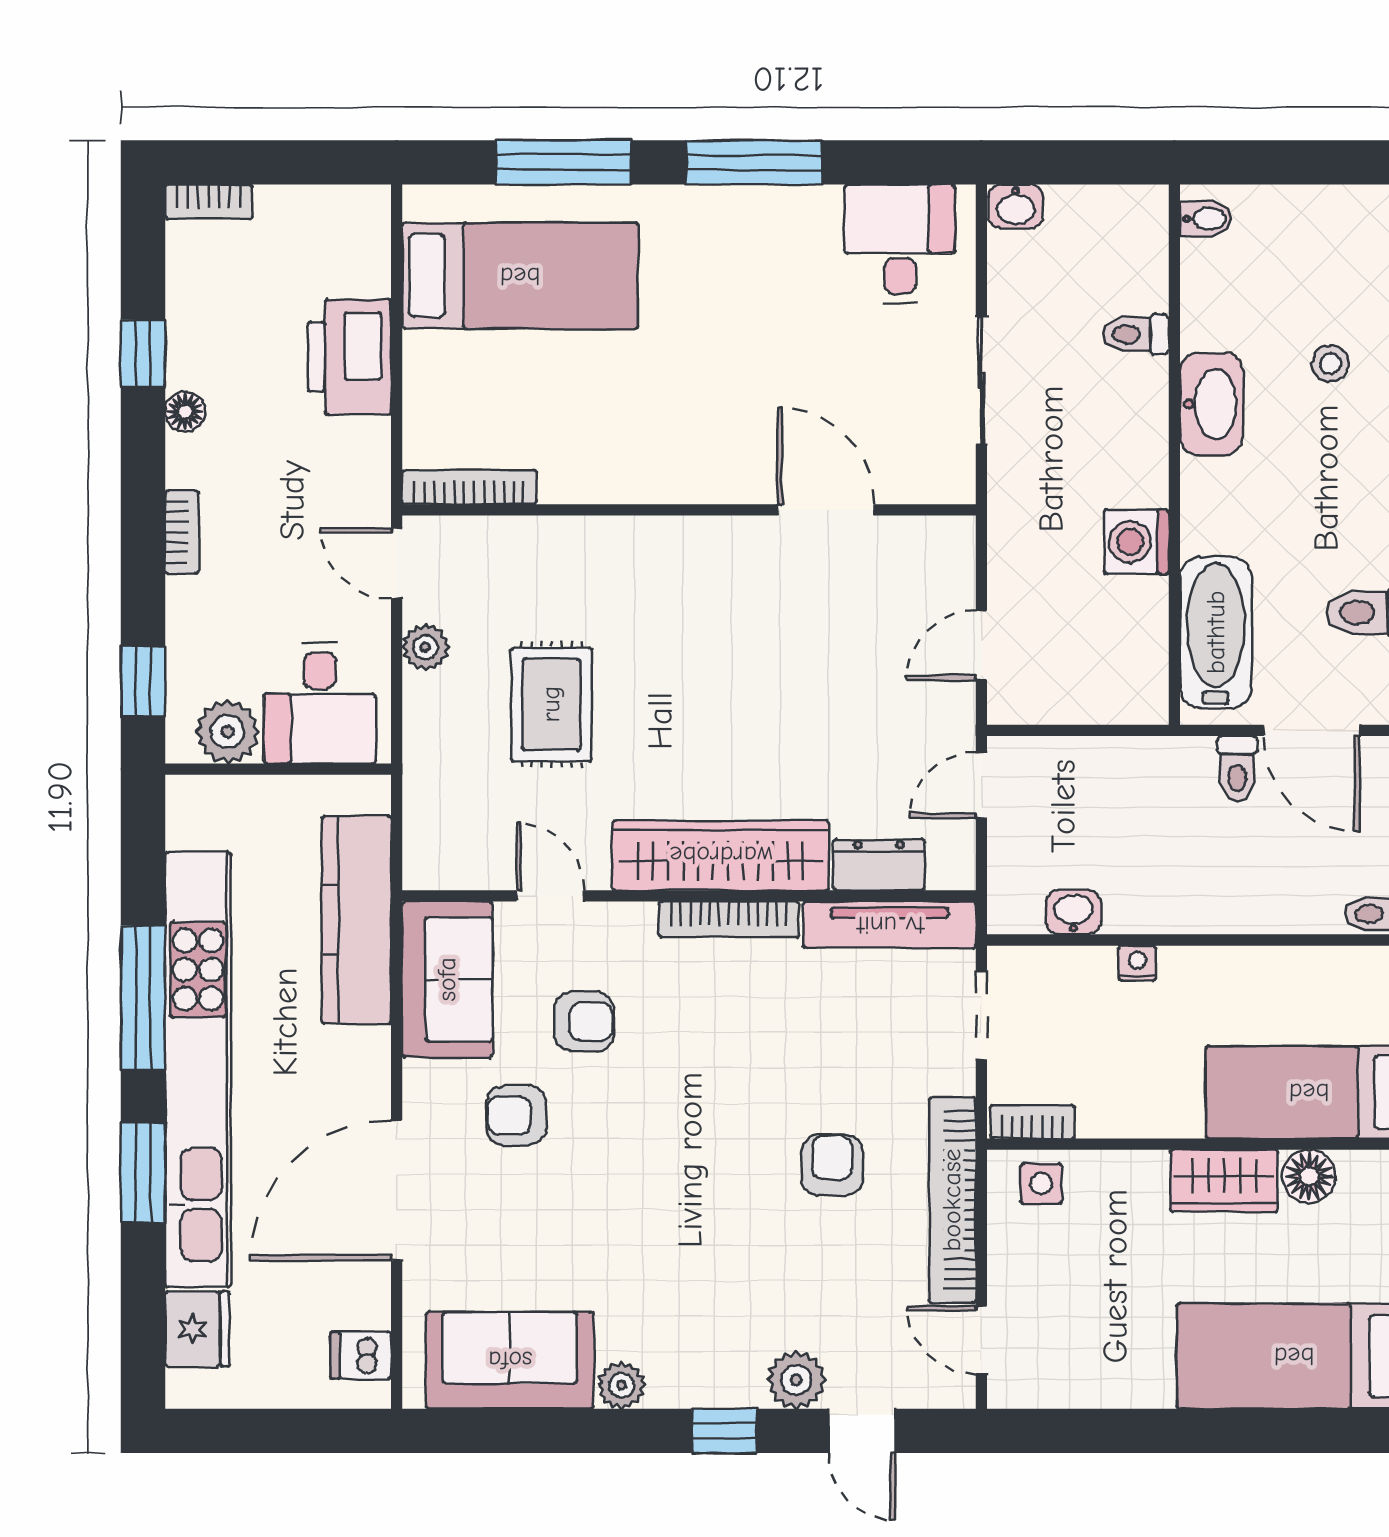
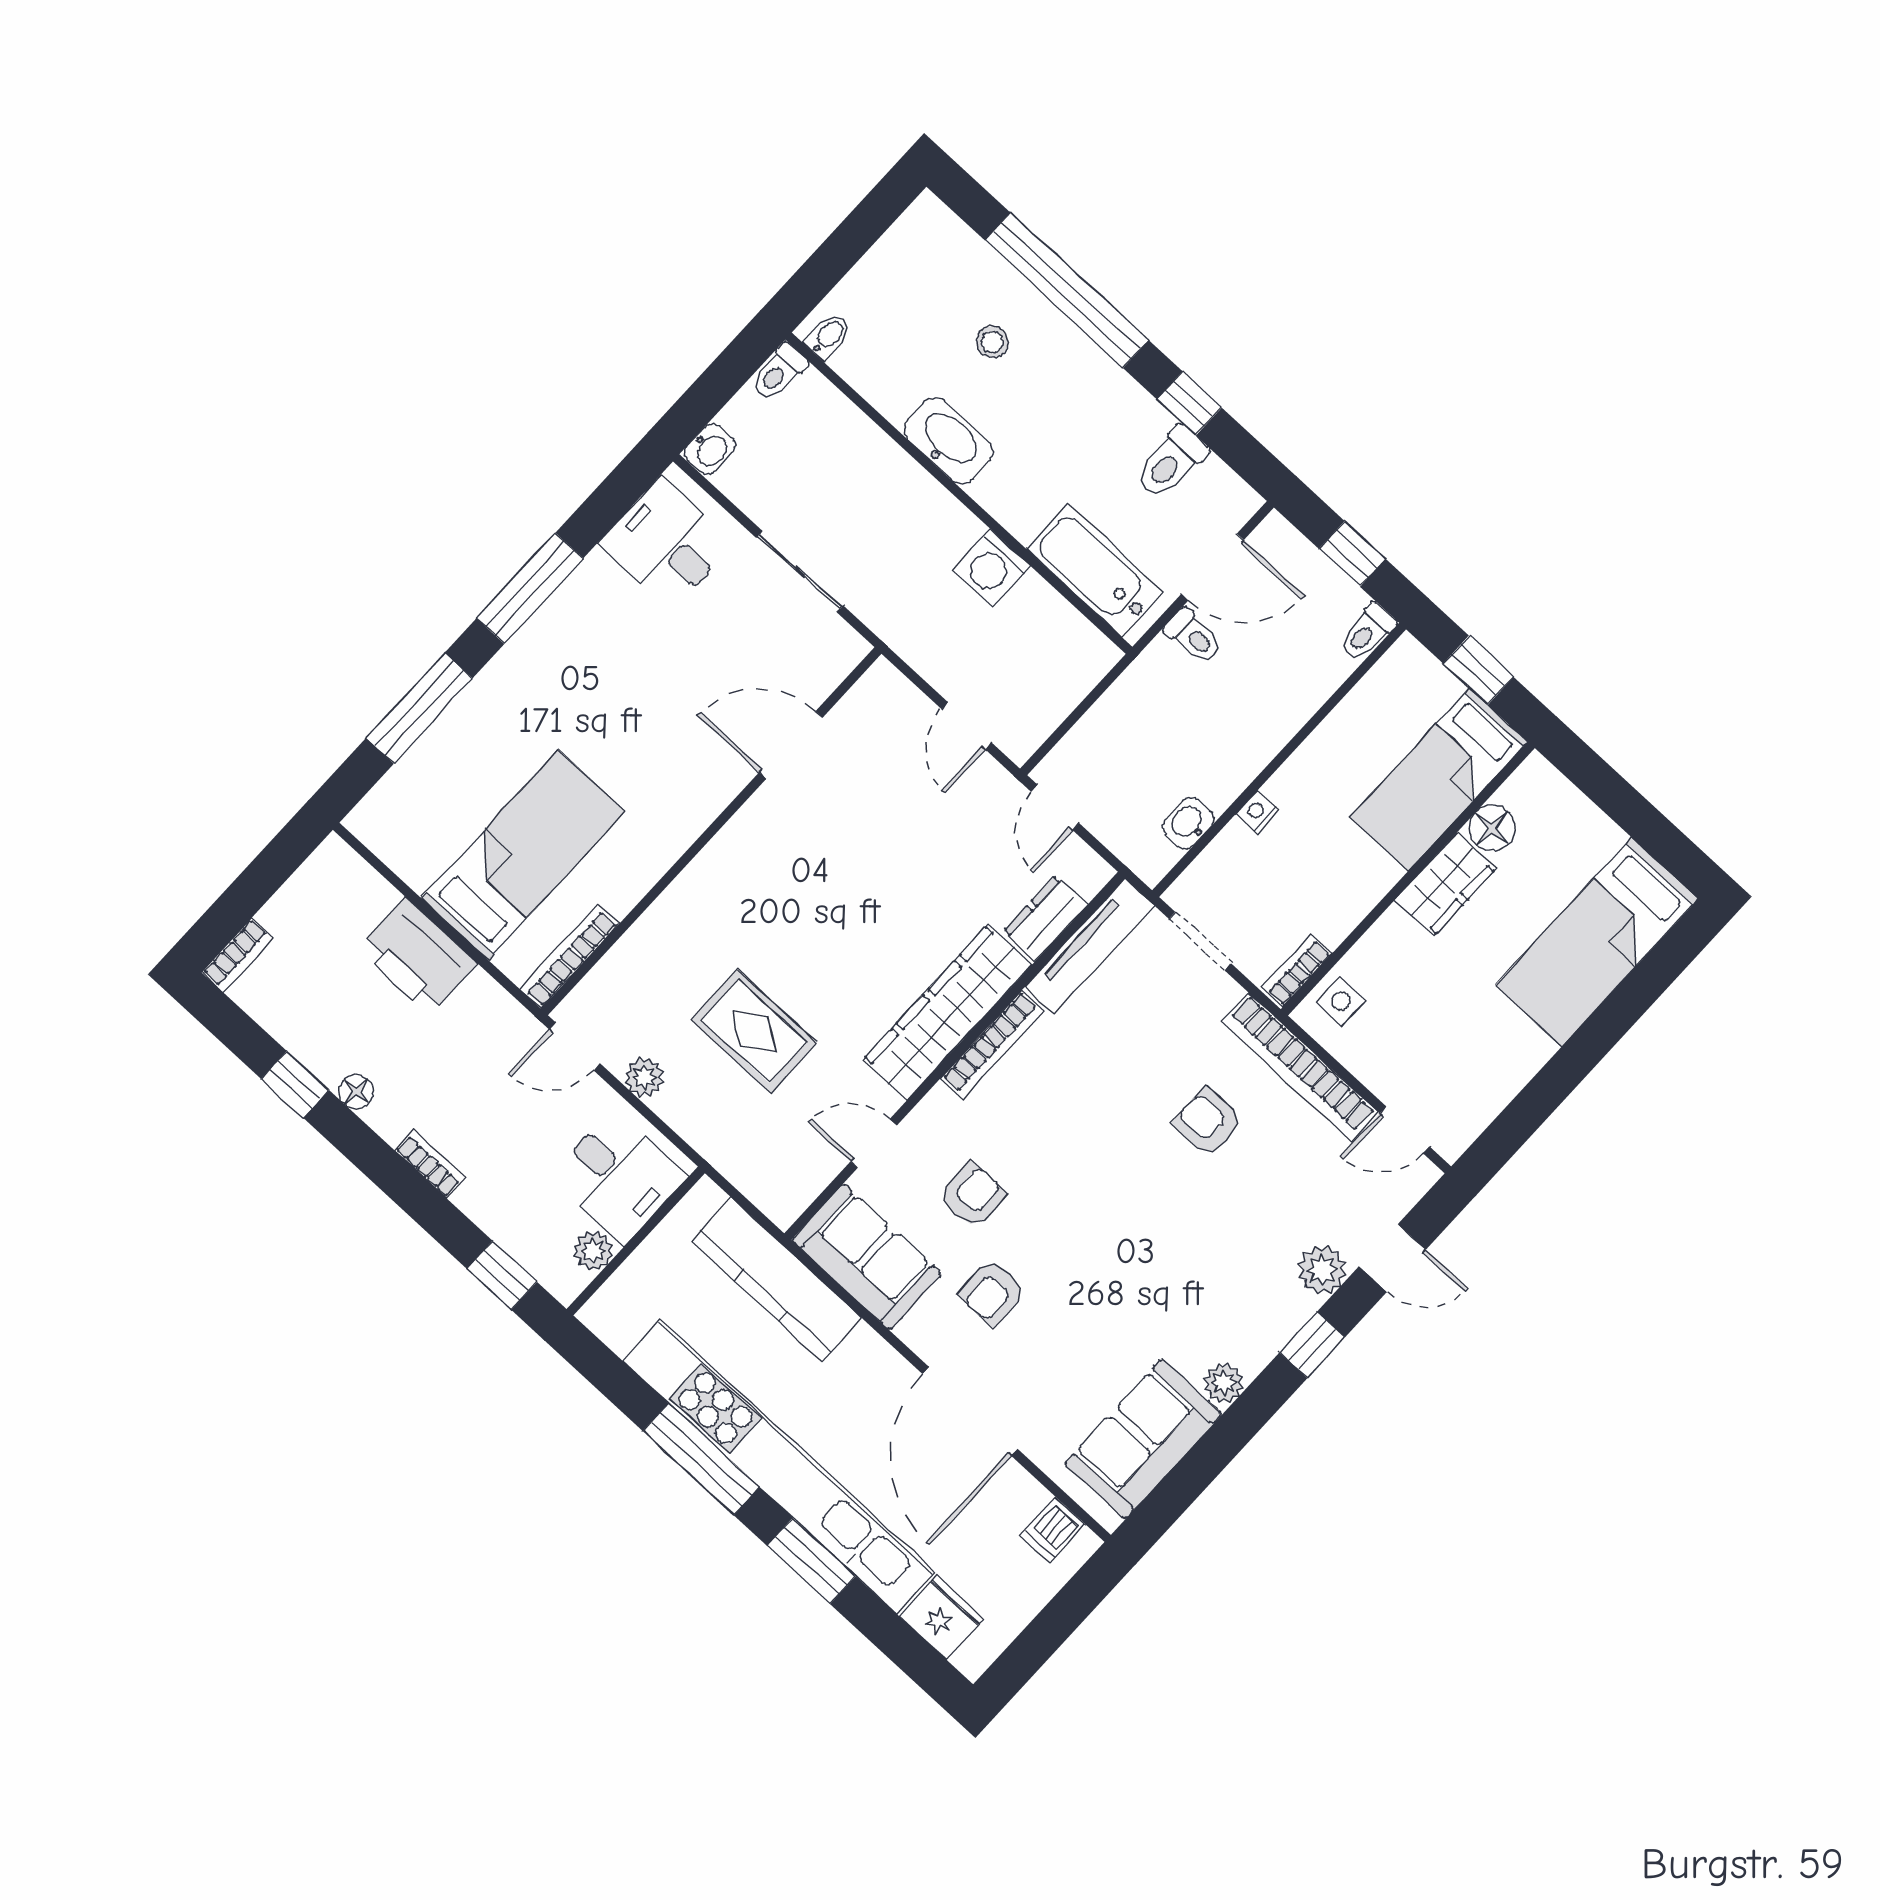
bed: (520, 276) -> (523, 855), moved
toilet: (1136, 334) -> (779, 372), moved
plant: (228, 732) -> (593, 1251), width x0.73, depth x0.73

